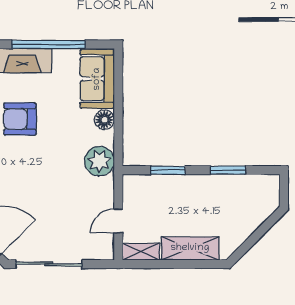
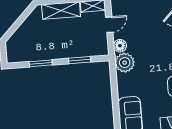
floor lamp: (104, 120) -> (120, 46), moved

